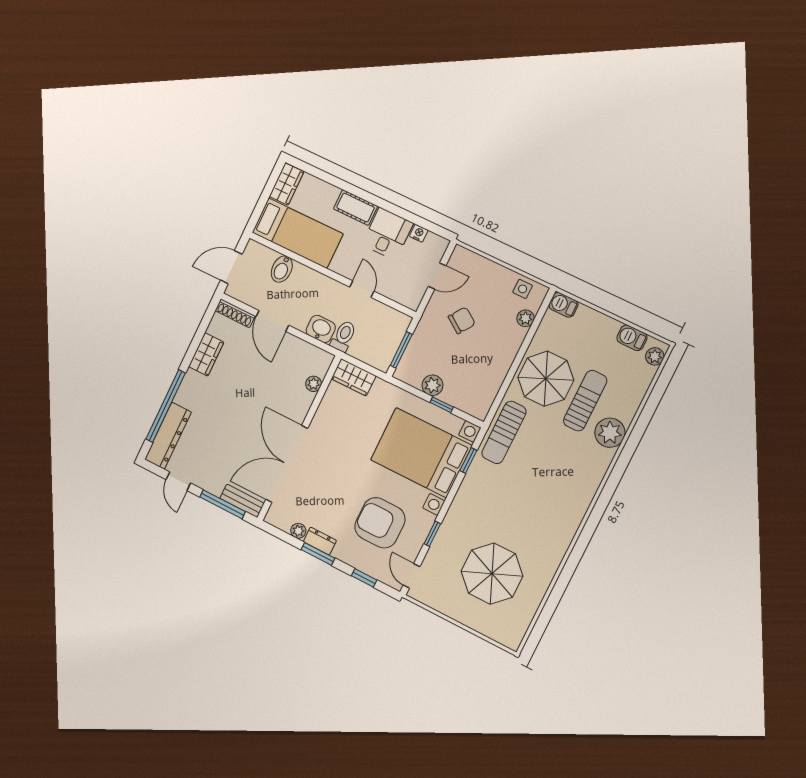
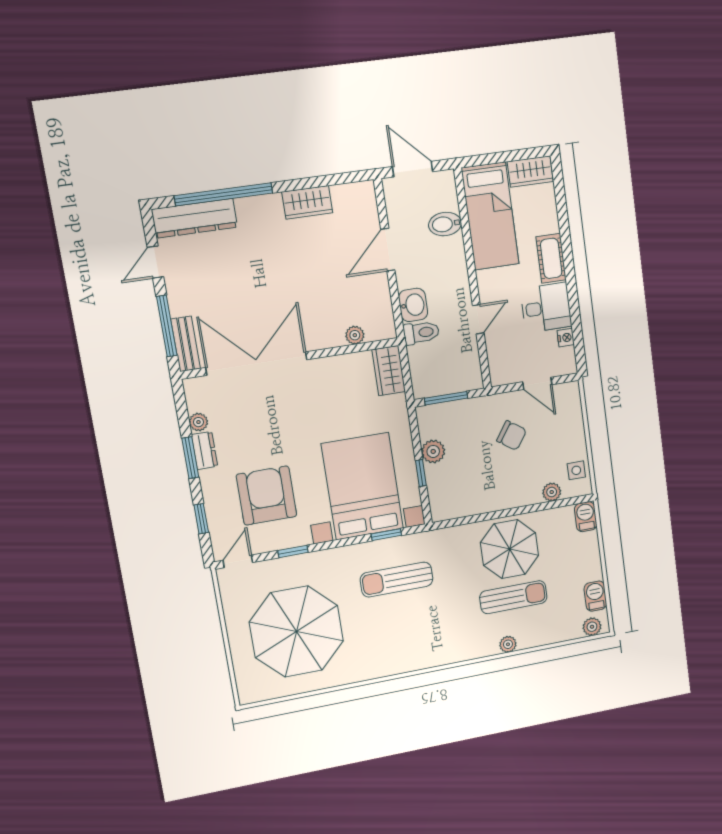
shoe rack: (235, 313) -> (369, 205), removed
sun lounger: (504, 432) -> (397, 579), moved
plant: (610, 433) -> (508, 644), width x0.53, depth x0.53
parasol: (492, 574) -> (296, 632), width x1.36, depth x1.36

